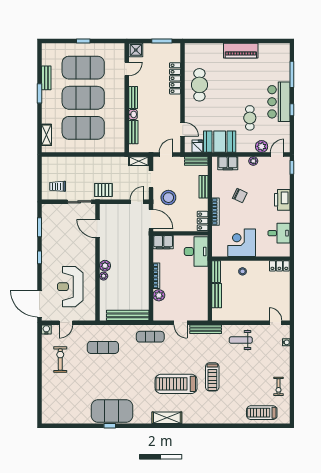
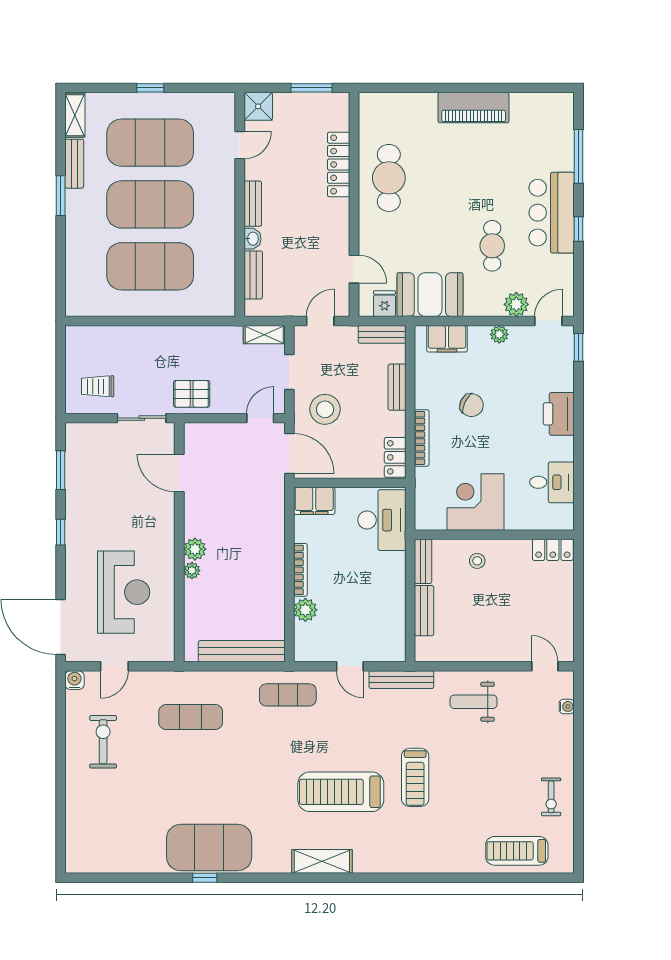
shelving: (47, 135) -> (75, 115), moved
reception desk: (70, 287) -> (124, 592), turned 180

